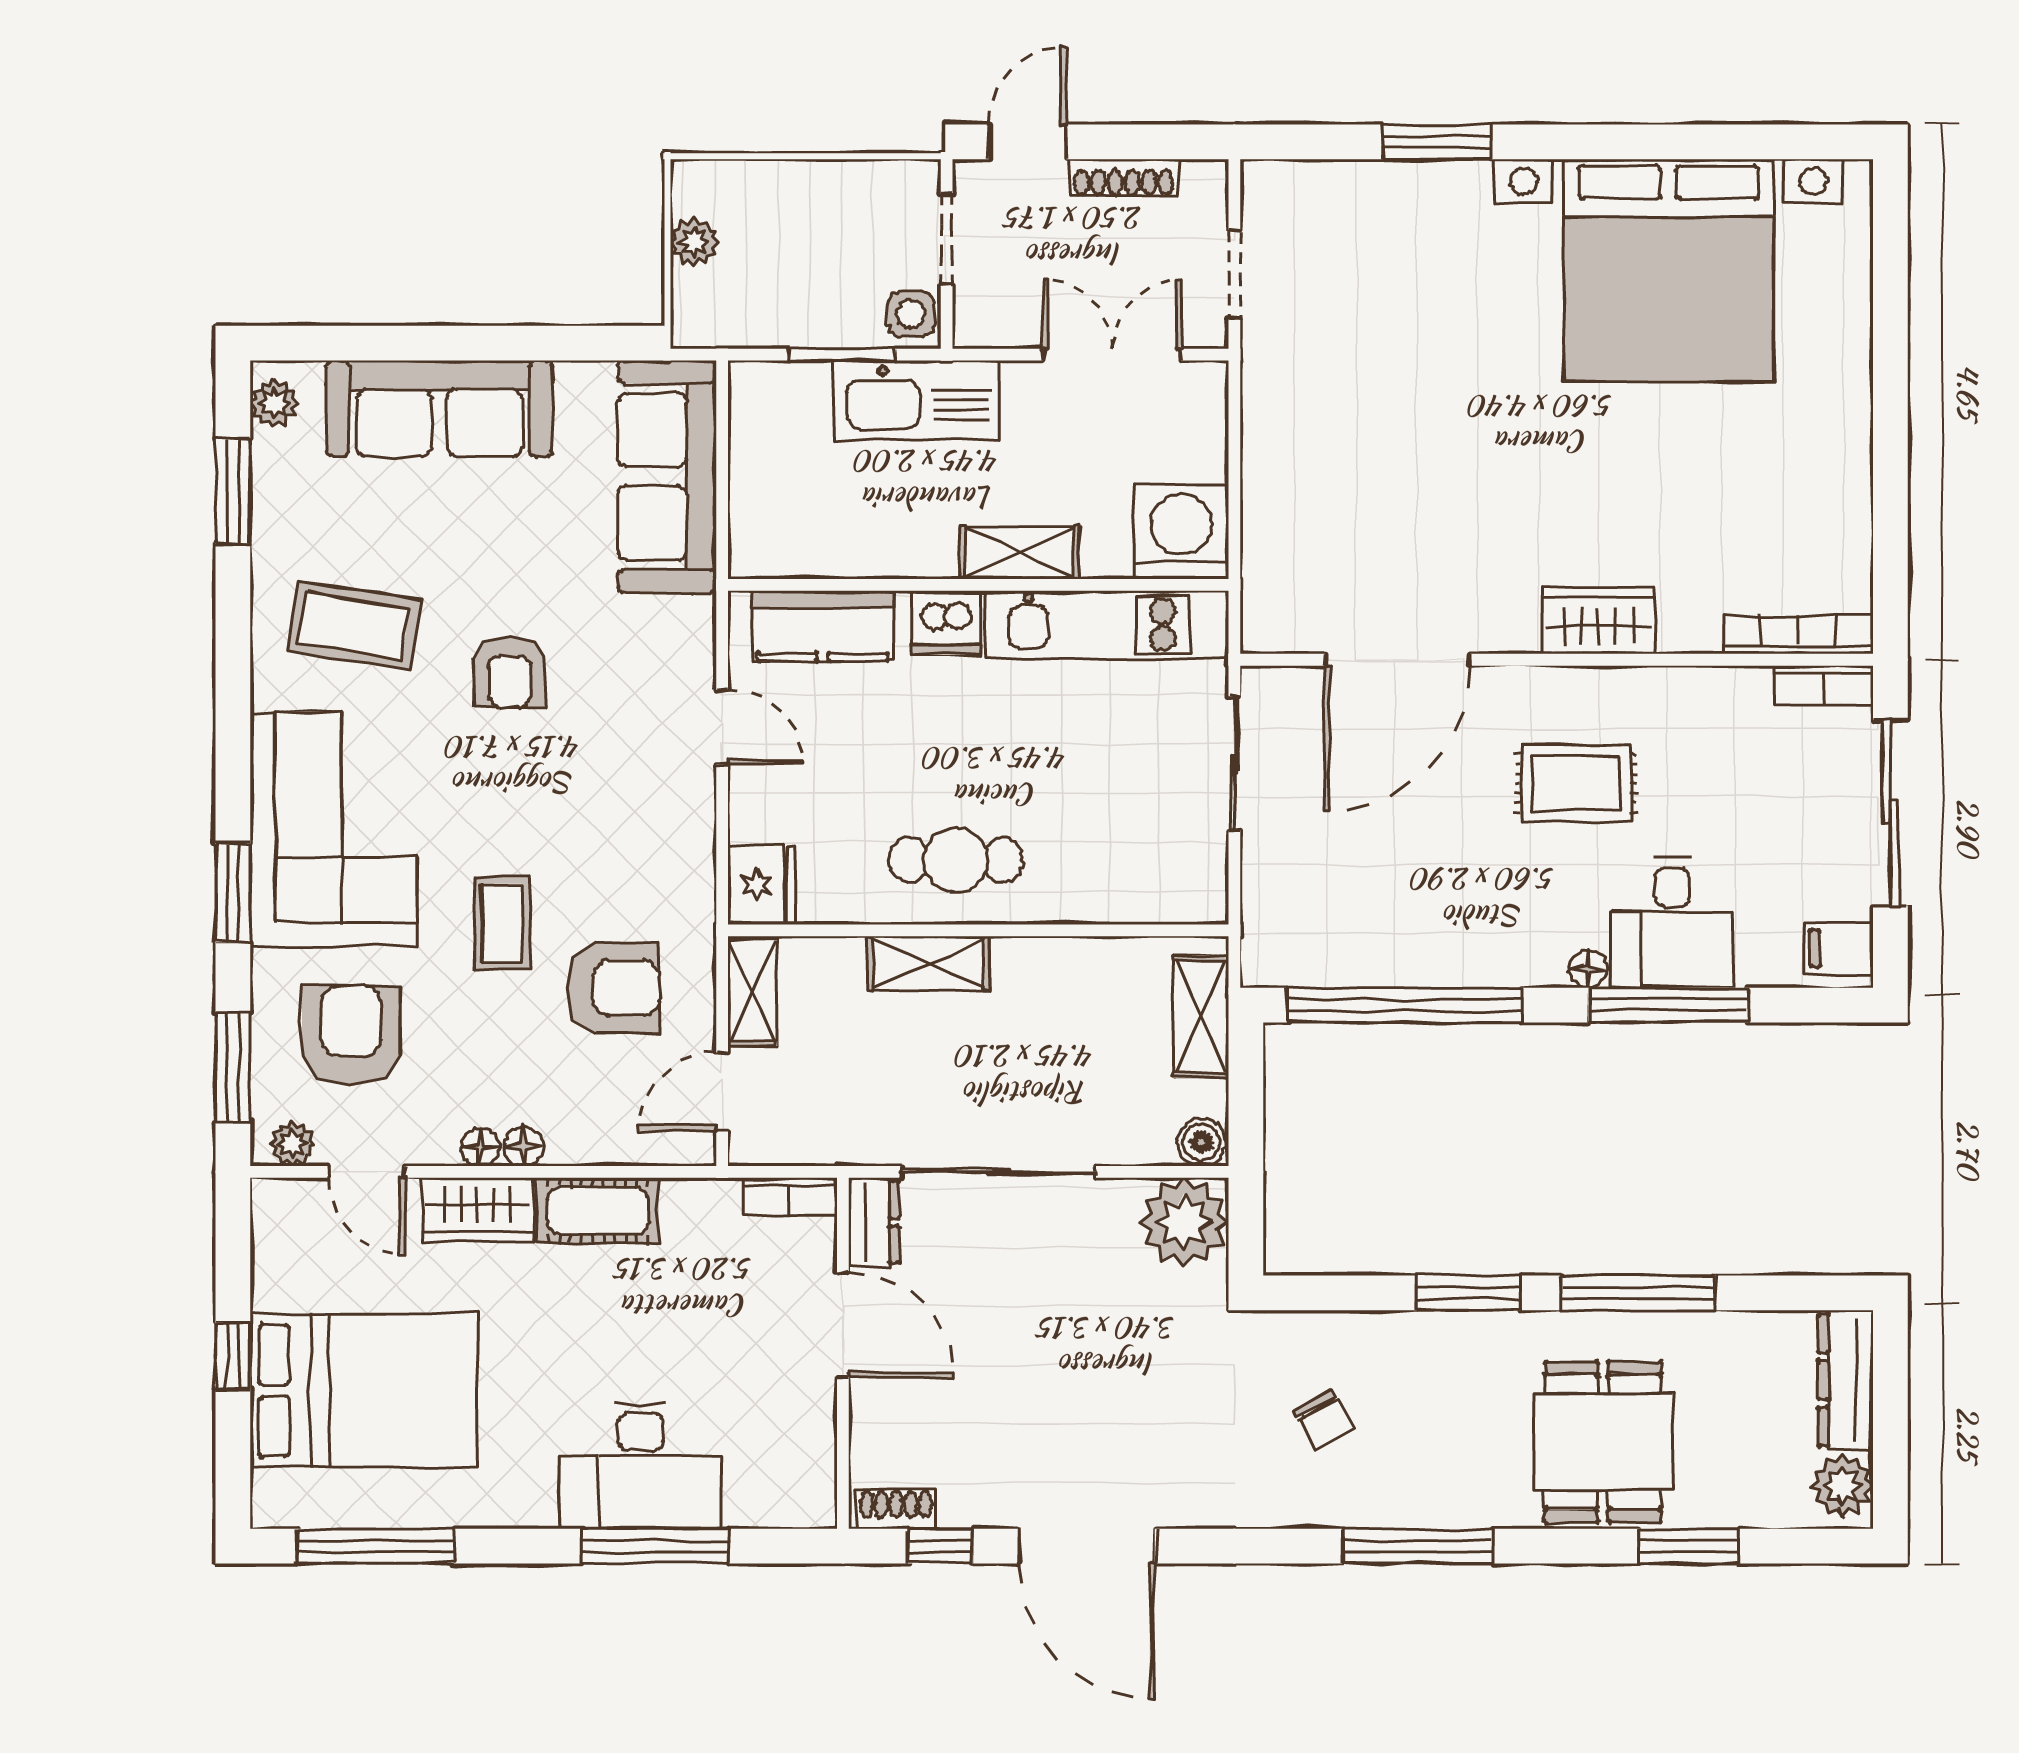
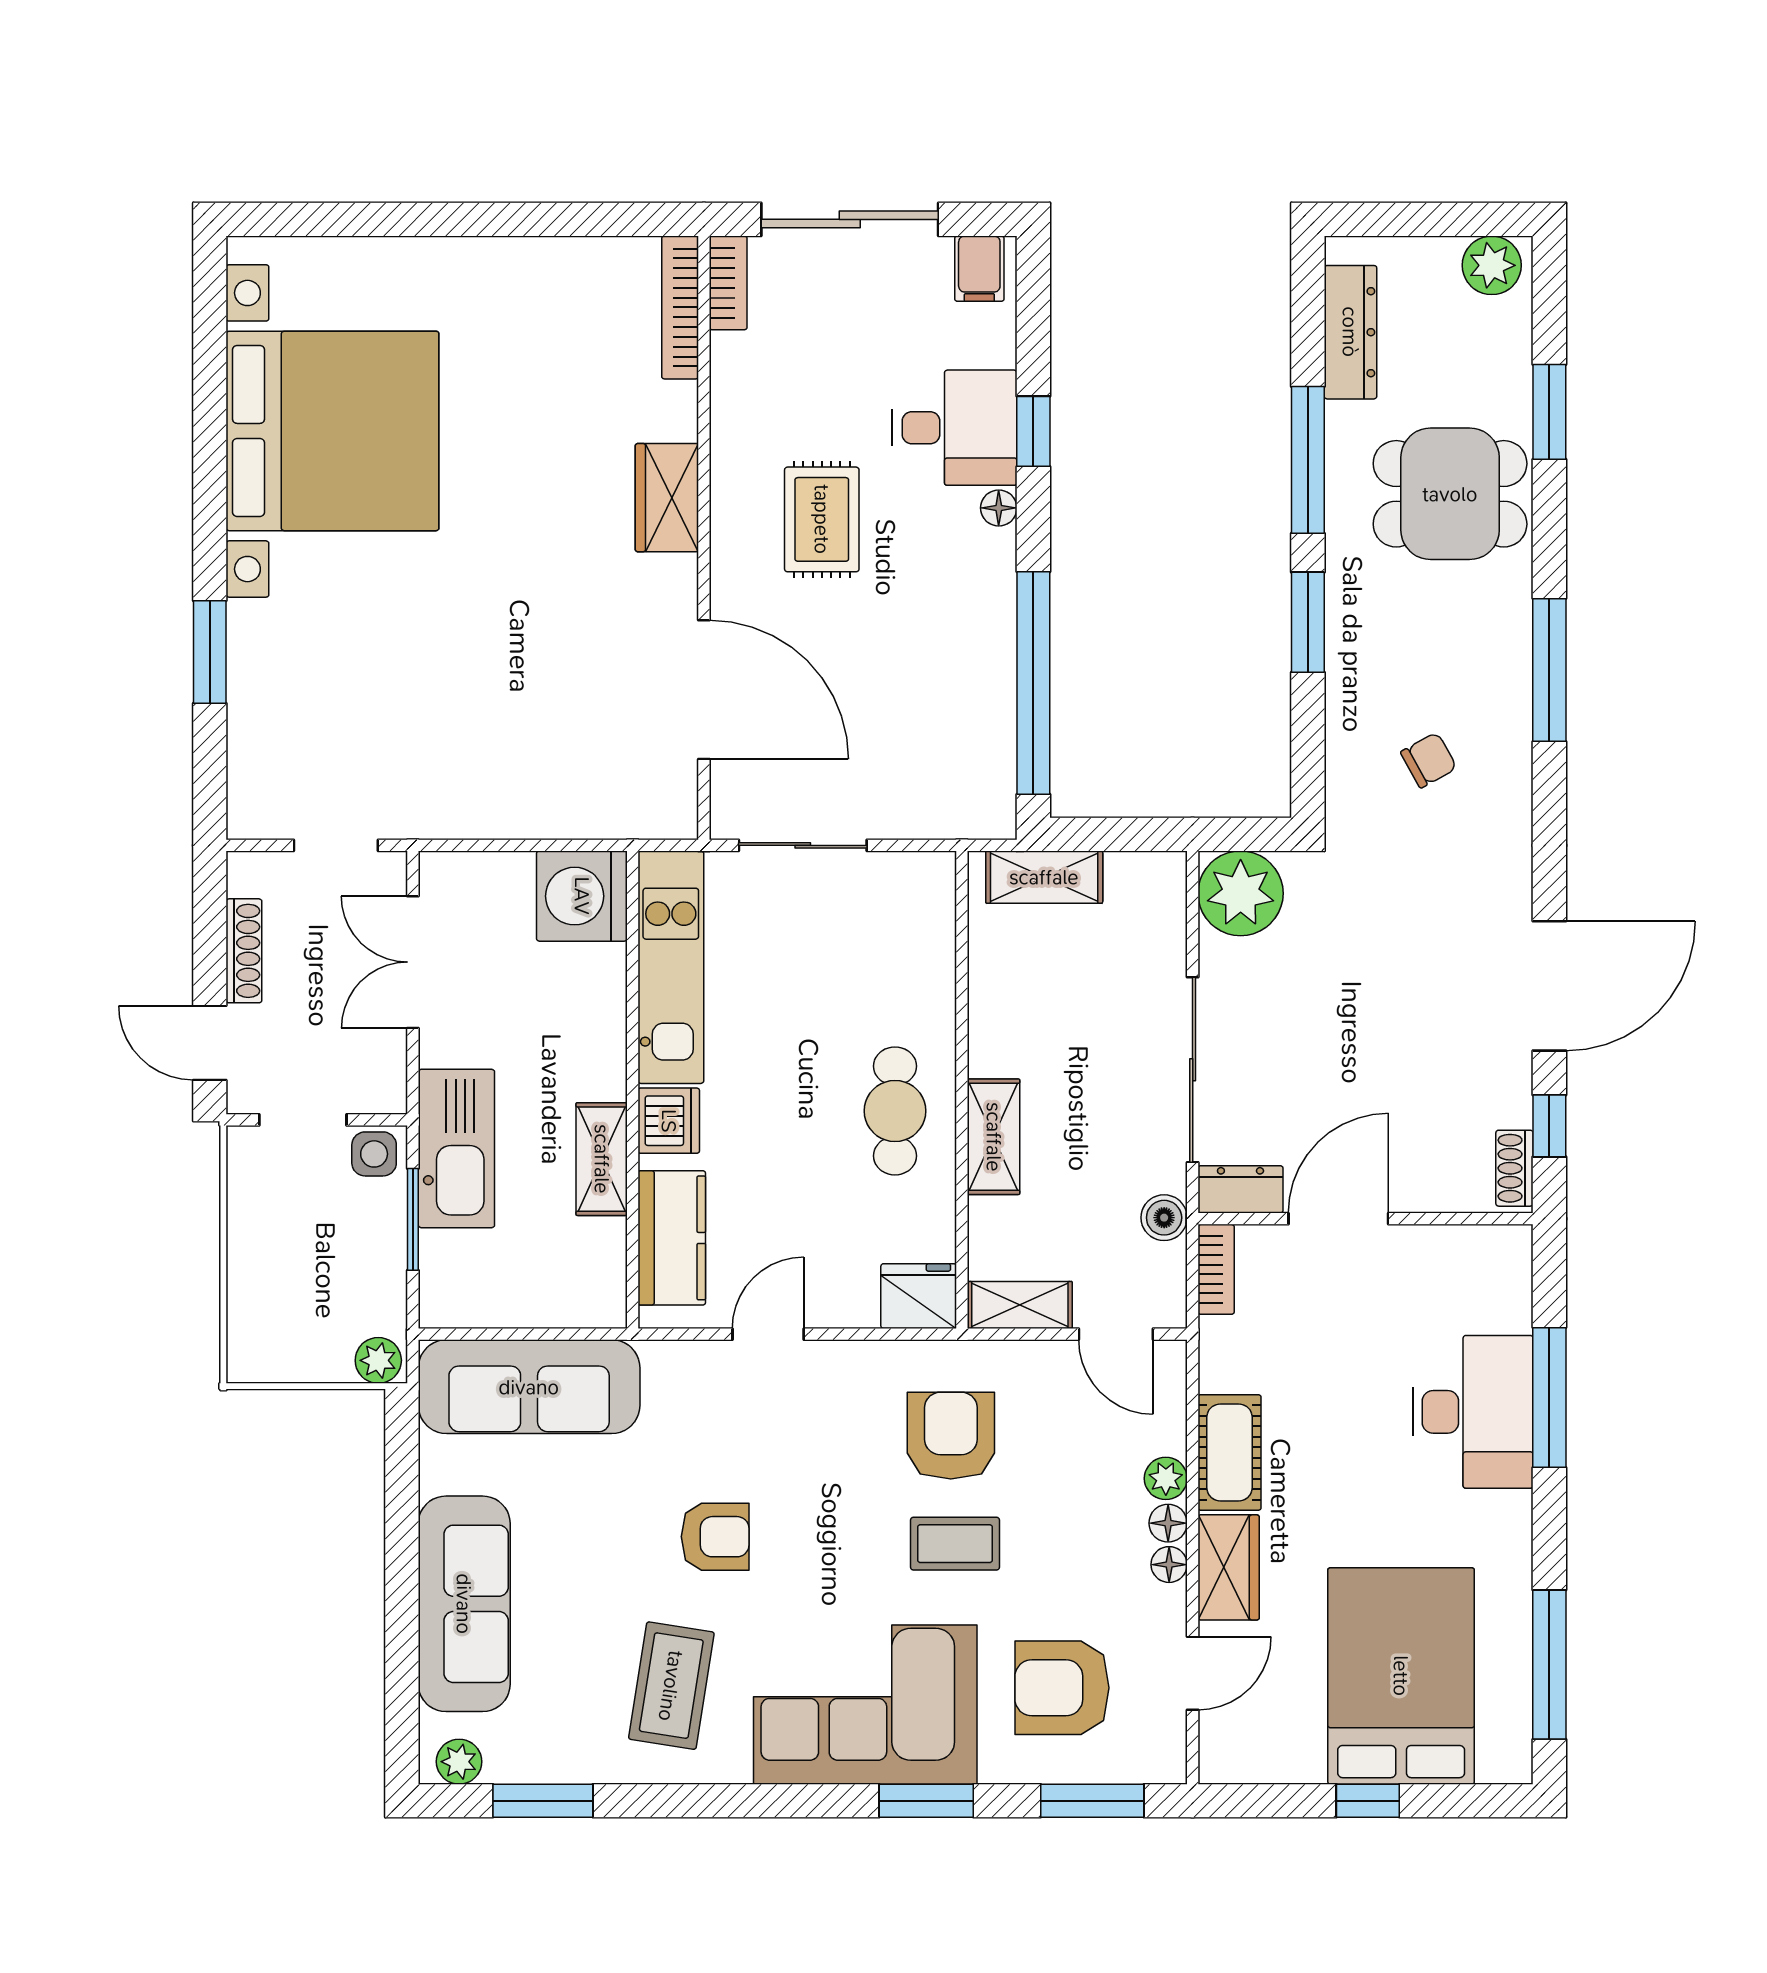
plant: (694, 242) -> (378, 1360), moved
shelving: (1019, 552) -> (602, 1159), moved
armchair: (613, 988) -> (951, 1436), moved
window: (1668, 1005) -> (1033, 431), width x0.46
boiler: (1201, 1142) -> (1164, 1218), moved
plant: (292, 1144) -> (1166, 1478), moved
dresser: (1846, 1380) -> (1350, 332), moved, turned -90

